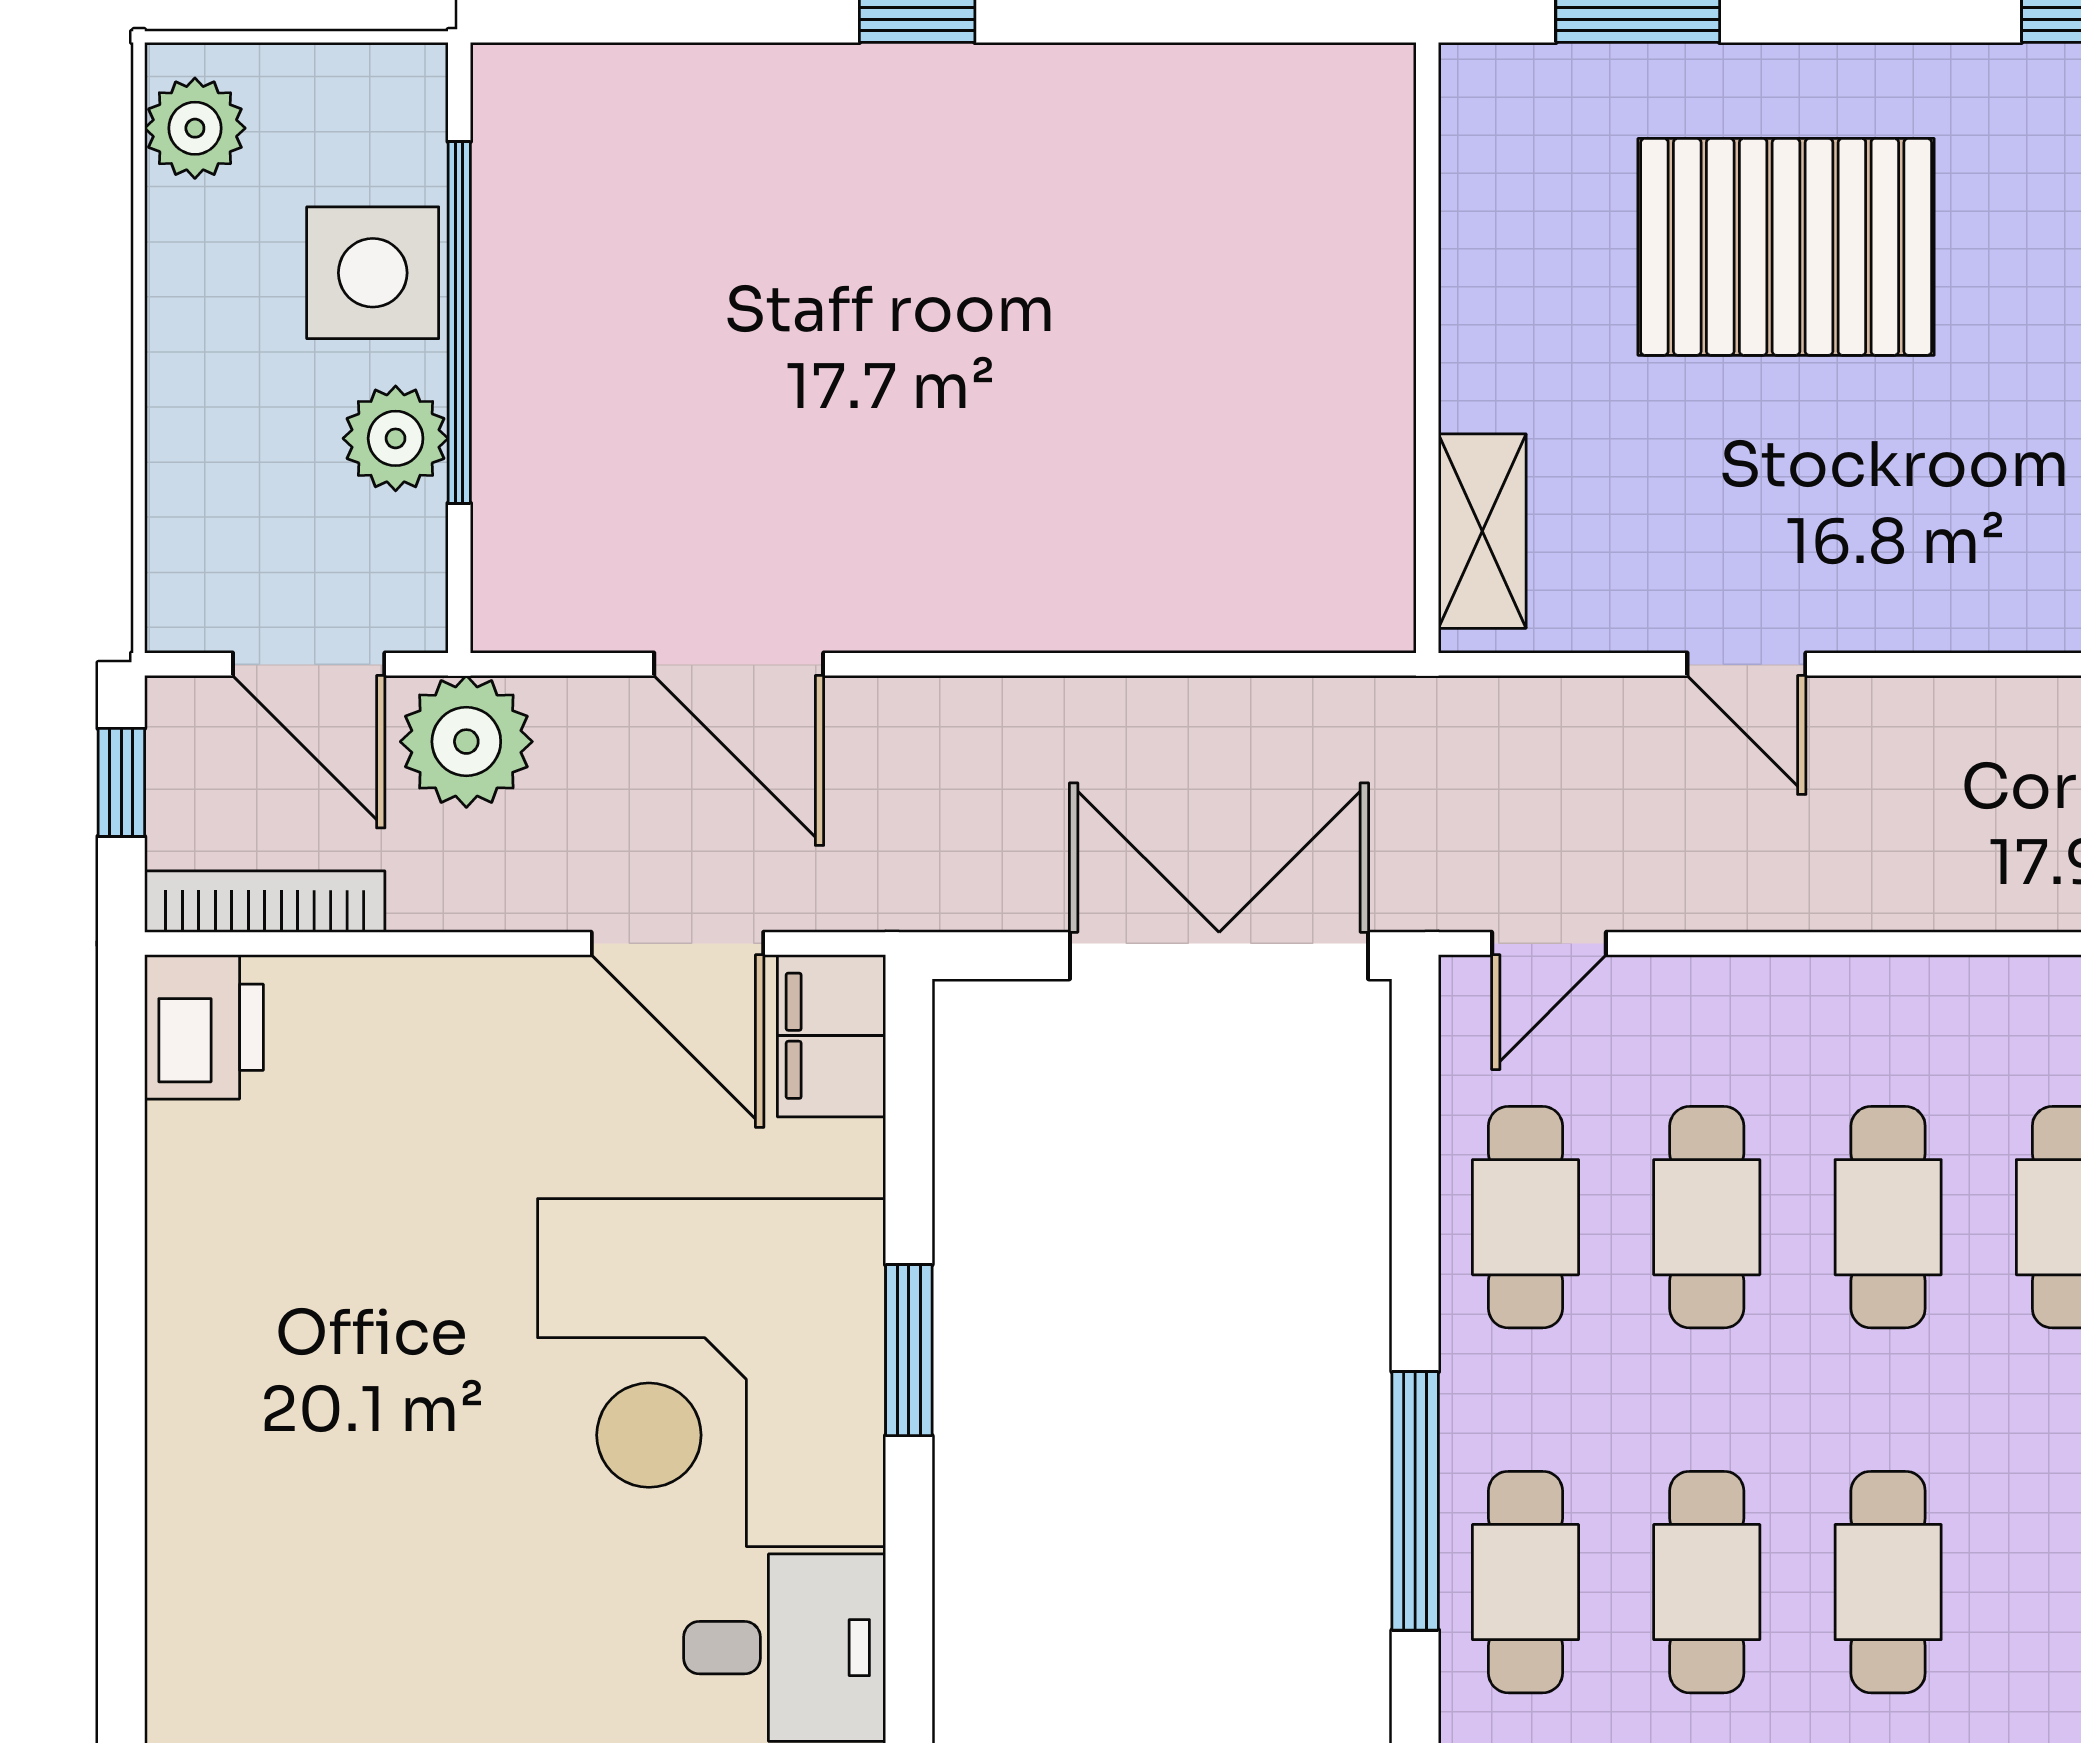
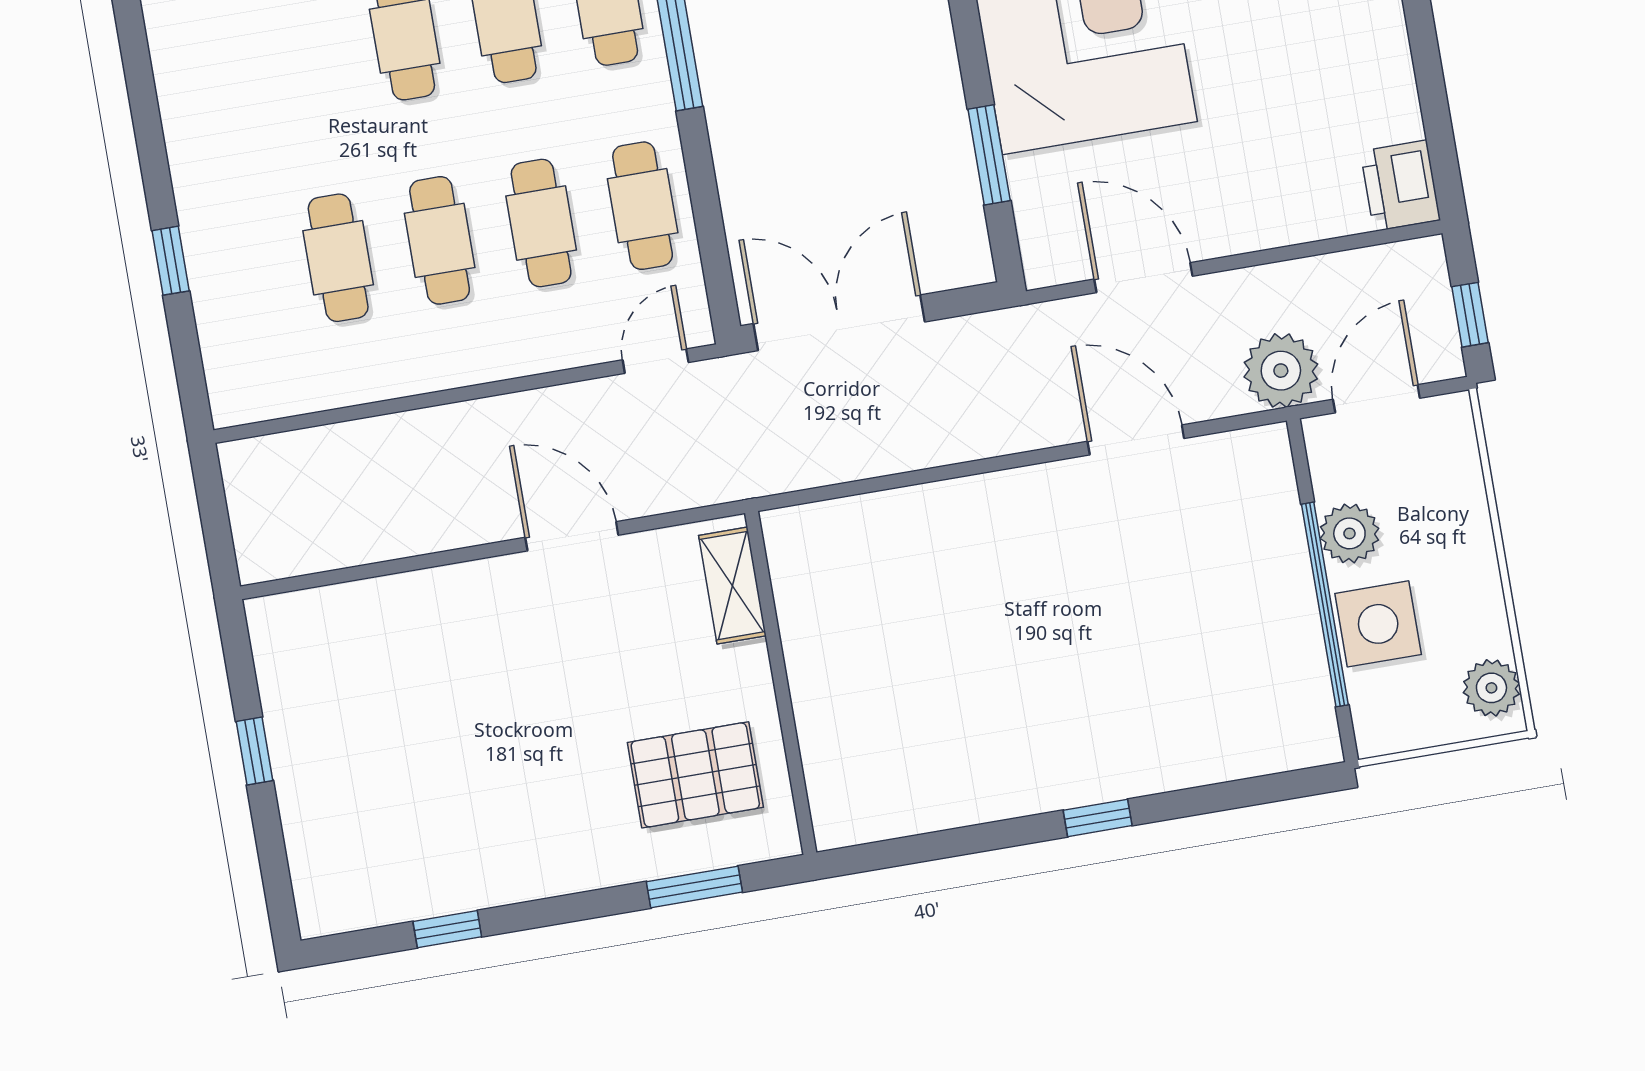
pallet: (1786, 247) -> (695, 775), moved, width x0.73, depth x0.71
door: (309, 664) -> (1376, 399), hinge flipped
door: (1746, 664) -> (572, 536), width x1.38
bookcase: (265, 902) -> (1378, 262), removed
double door: (1219, 956) -> (839, 323), swing flipped
filing cabinet: (831, 1036) -> (1048, 241), removed
window: (909, 1350) -> (989, 155), moved

